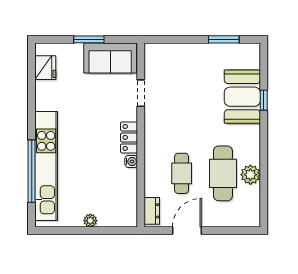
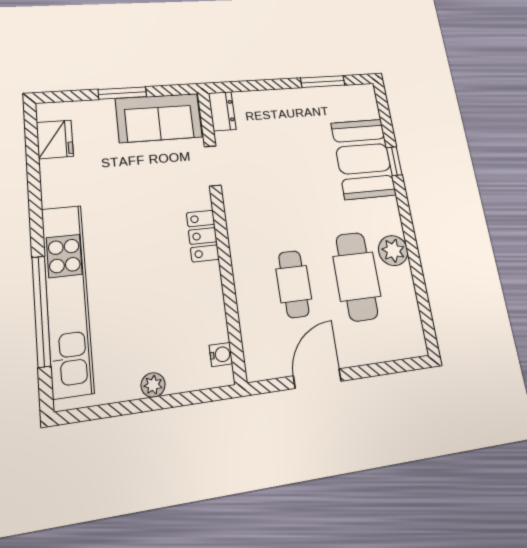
water cooler: (131, 161) -> (221, 354), moved
plant: (250, 175) -> (393, 251), moved
dresser: (152, 211) -> (222, 111), moved

